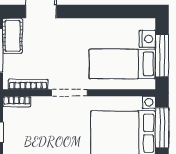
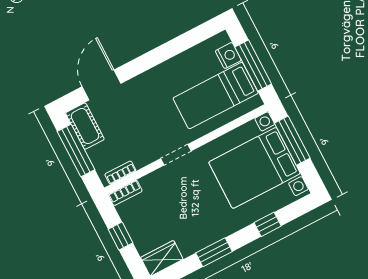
bookcase: (28, 84) -> (120, 173), width x0.64
doorway: (69, 93) -> (176, 155), width x0.73

